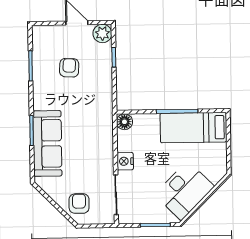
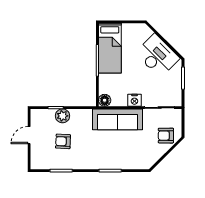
plant: (102, 33) -> (62, 116), moved
sofa: (47, 143) -> (118, 119), moved, turned 180

